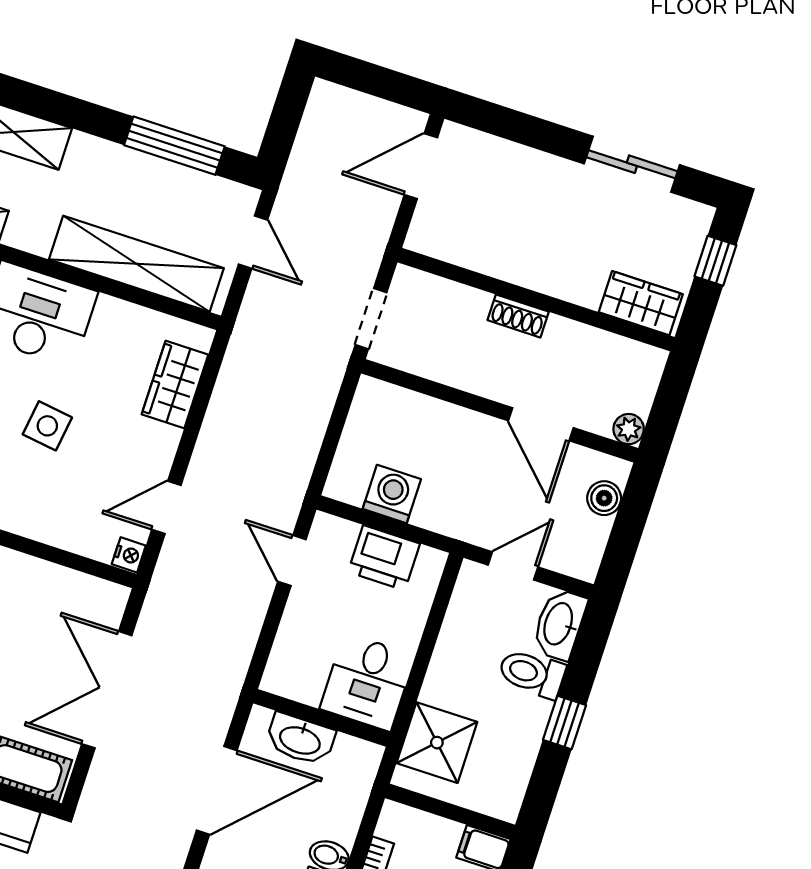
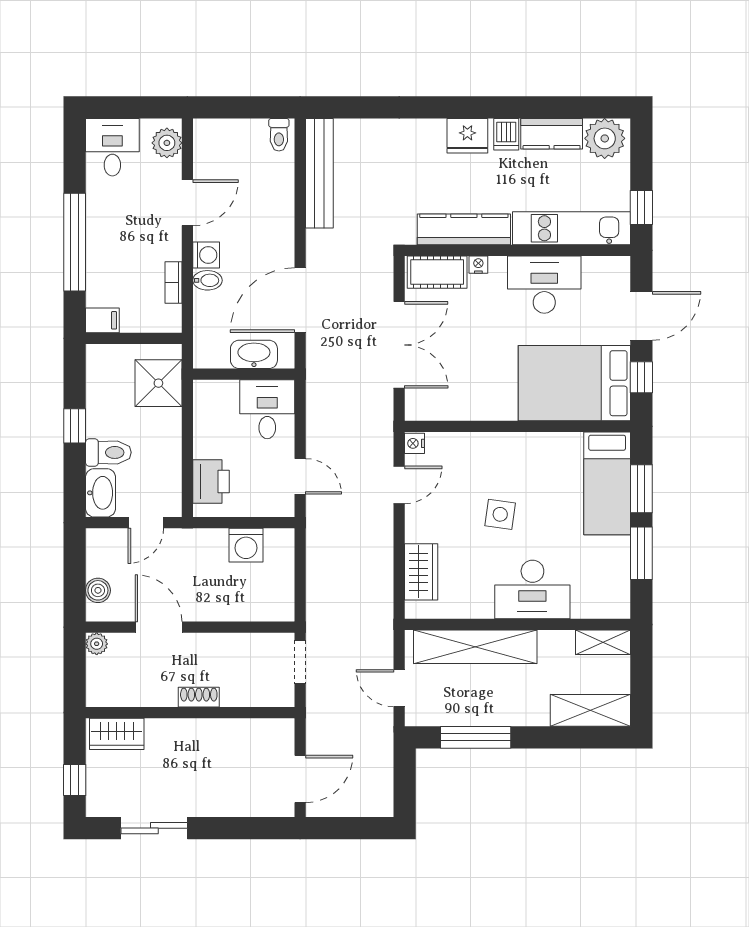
printer: (384, 558) -> (211, 481), moved, turned 90
desk: (367, 682) -> (267, 409), moved

